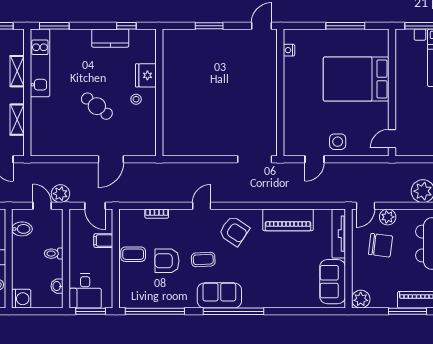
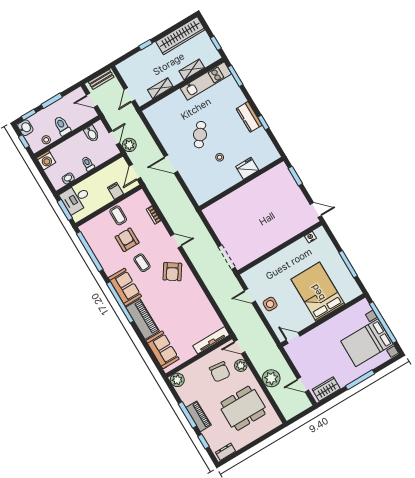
fridge: (146, 75) -> (247, 168), moved
wall: (159, 92) -> (241, 184), moved
piano: (288, 220) -> (143, 319), moved, turned 180
sofa: (333, 282) -> (163, 350), moved, turned 90

